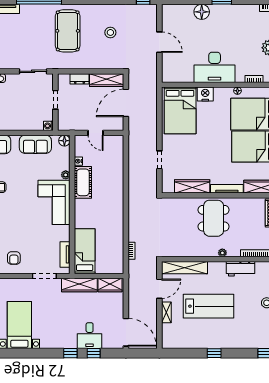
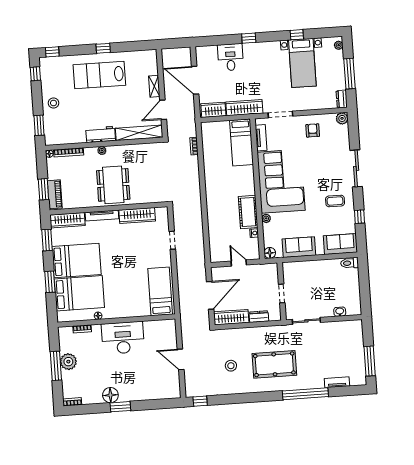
floor lamp: (202, 12) -> (110, 395), moved
pool table: (68, 31) -> (274, 364), turned 90
nightstand: (205, 94) -> (130, 310), removed
bed: (180, 110) -> (160, 291), width x0.67
washing machine: (48, 126) -> (287, 267), removed
corner sofa: (54, 202) -> (281, 181), width x1.36, depth x1.36
workbench: (240, 269) -> (101, 134), moved
lab bench: (209, 306) -> (99, 75), moved
door: (126, 332) -> (195, 80), moved
window: (94, 353) -> (297, 35), moved

